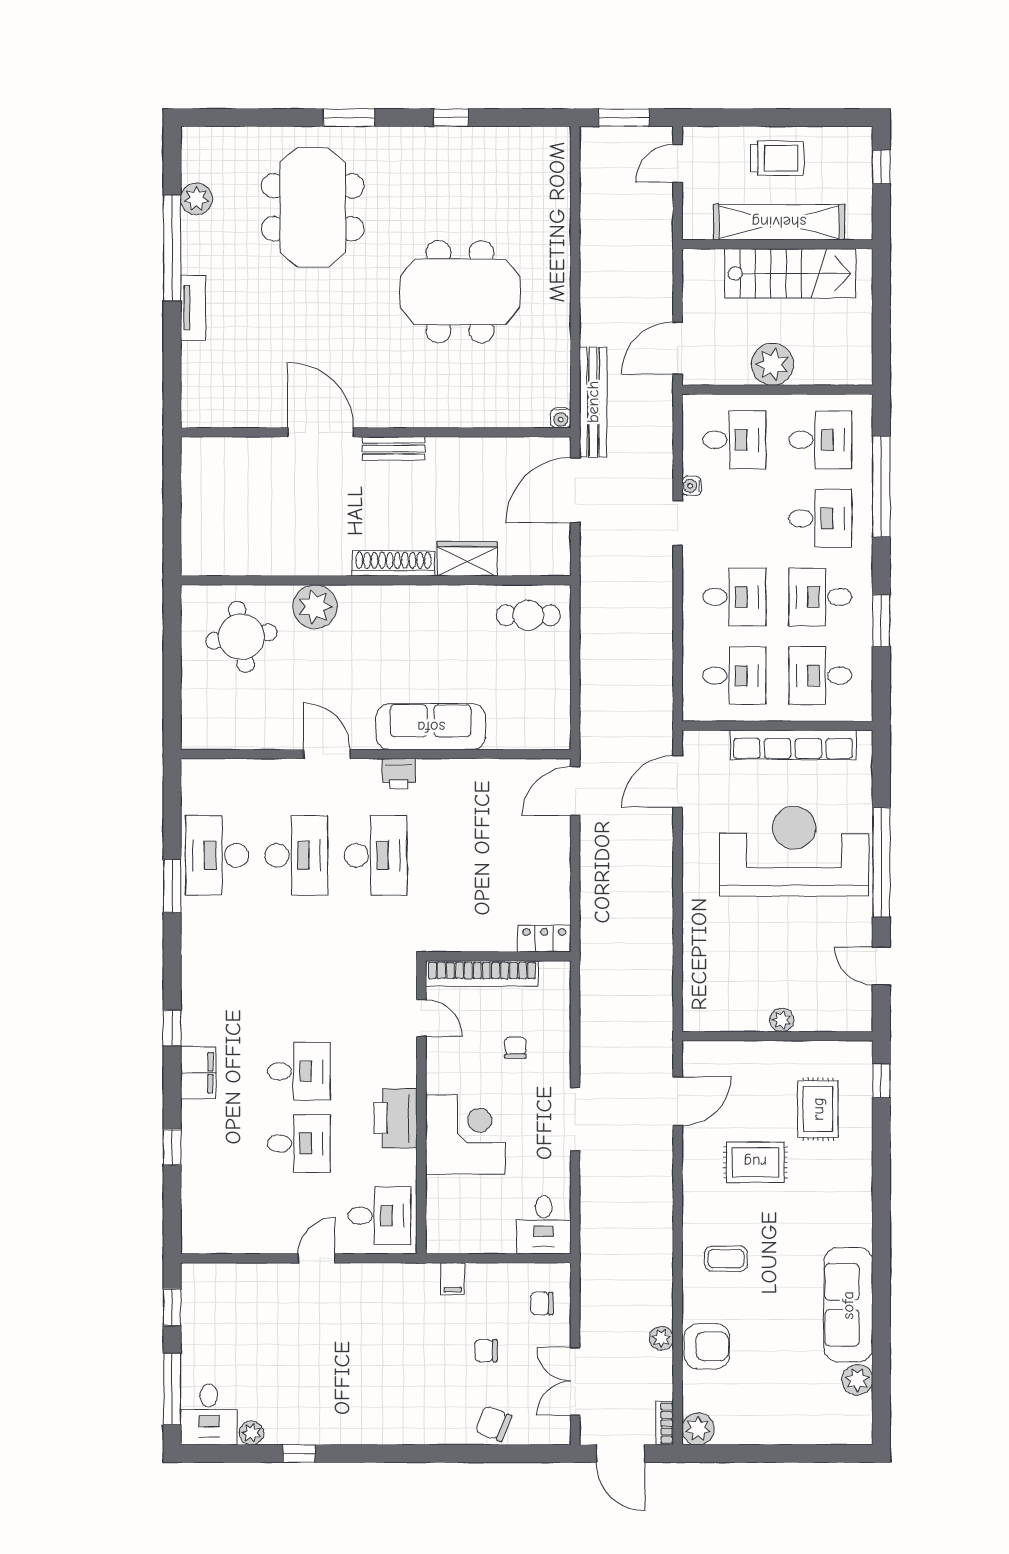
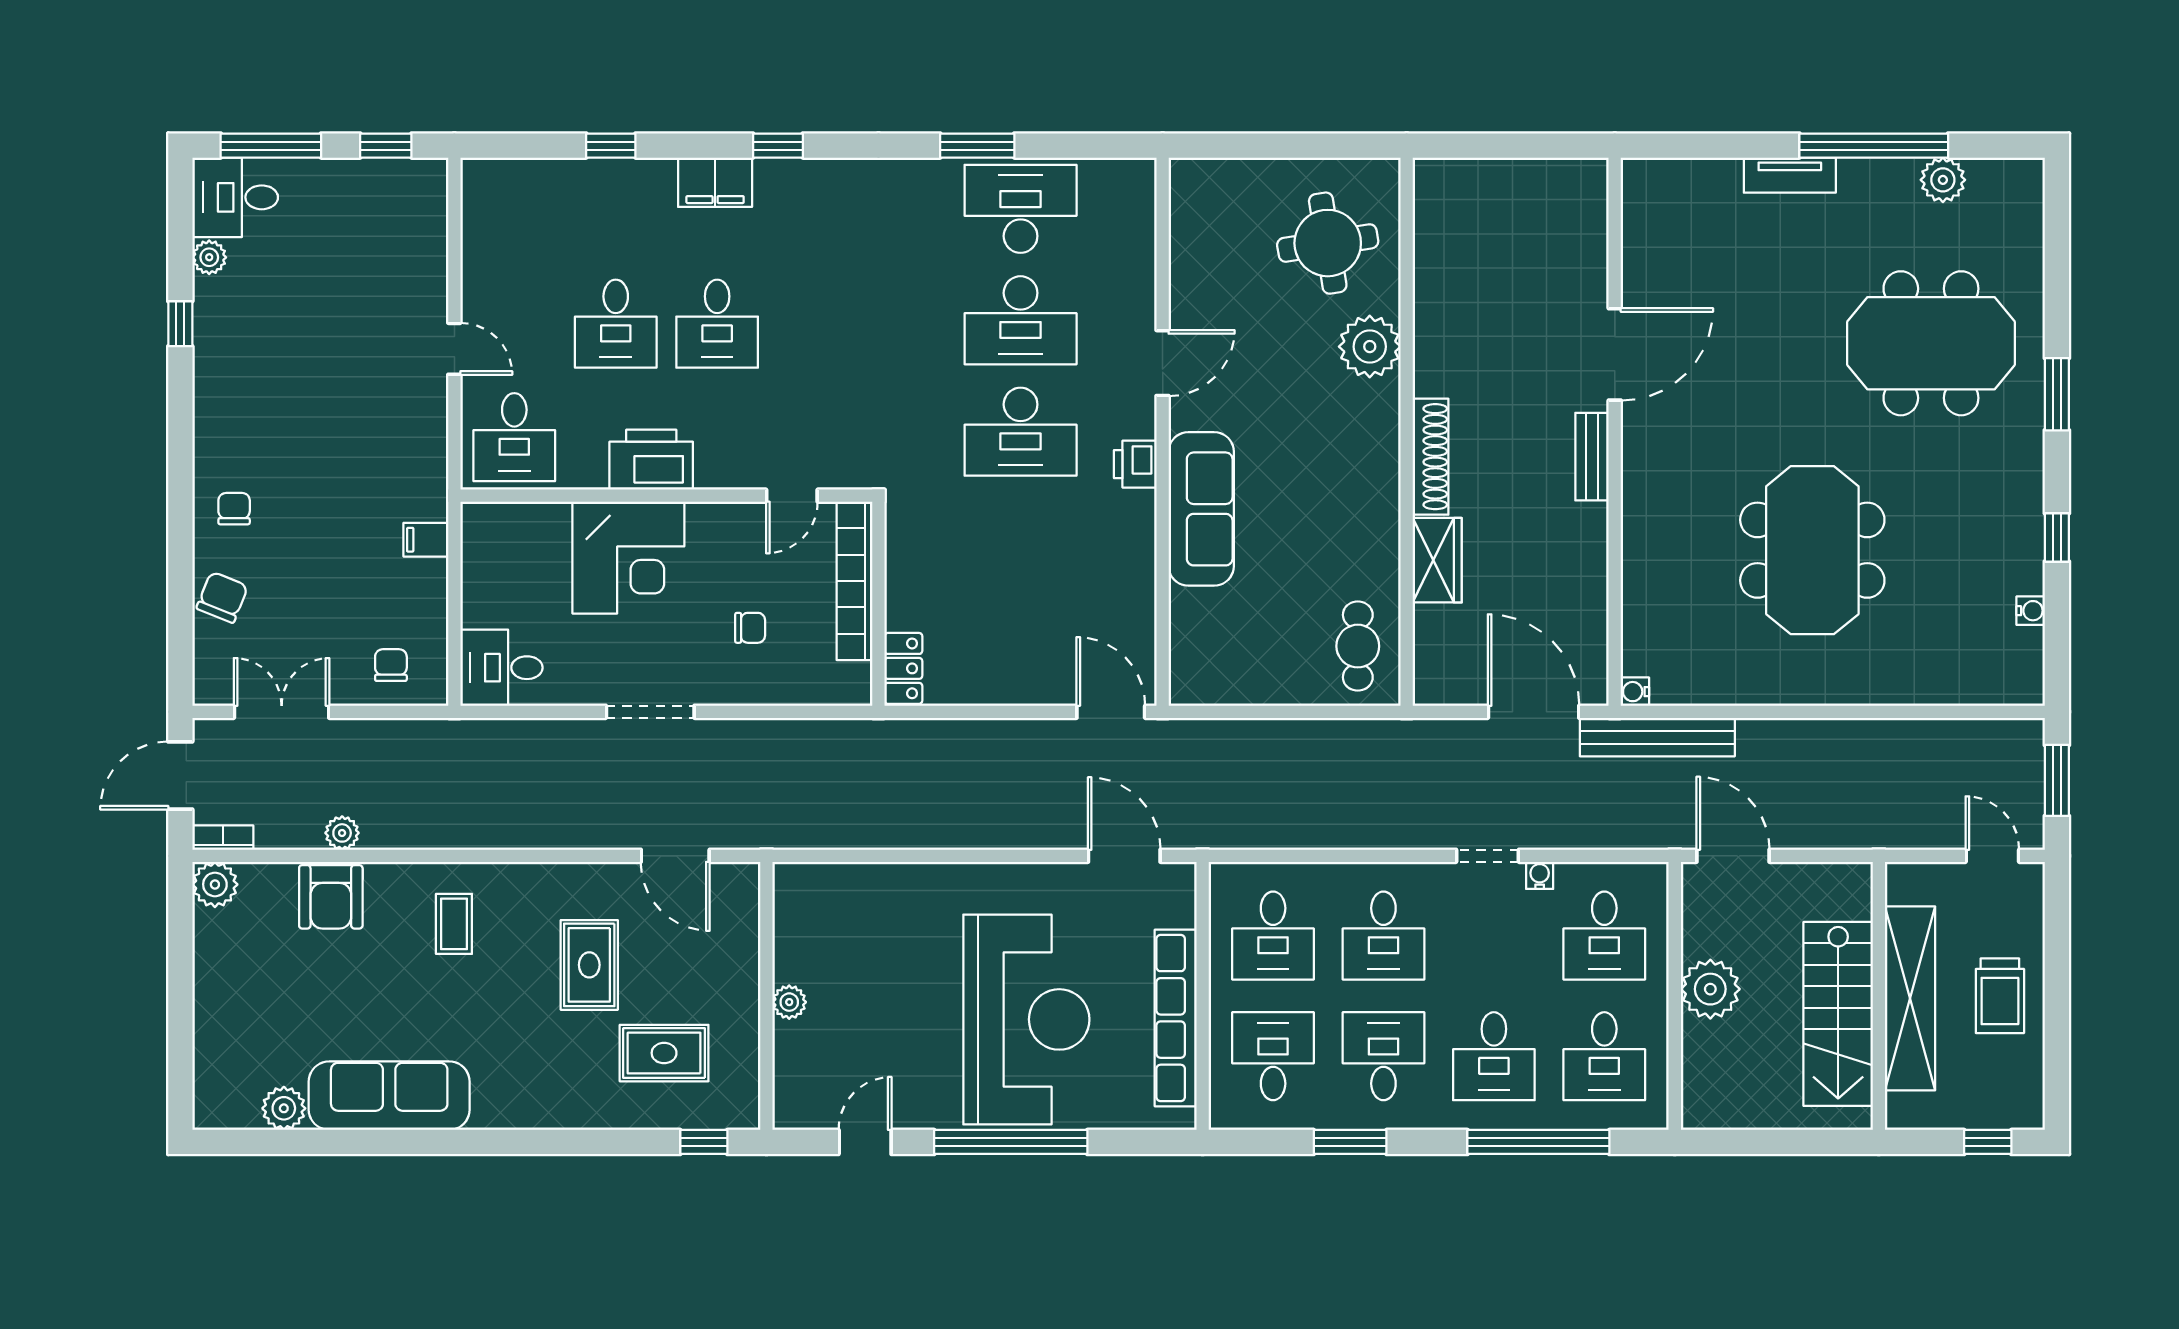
water cooler: (503, 136) -> (2031, 611), added
chair: (486, 1351) -> (234, 509), moved

